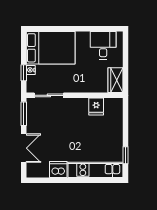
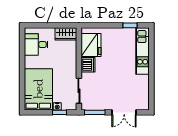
fridge: (96, 107) -> (91, 45), width x1.88, depth x1.34
double door: (24, 148) -> (124, 112), swing flipped
dishwasher: (58, 169) -> (88, 65), moved, turned 180

